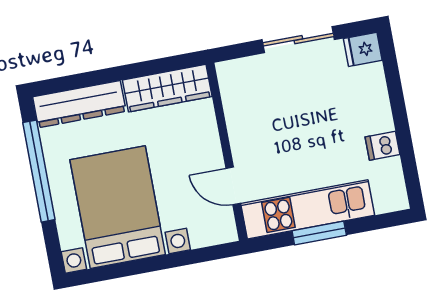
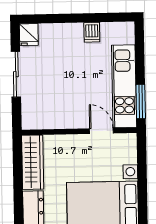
door: (233, 186) -> (101, 131), swing flipped
window: (319, 233) -> (141, 102), moved

